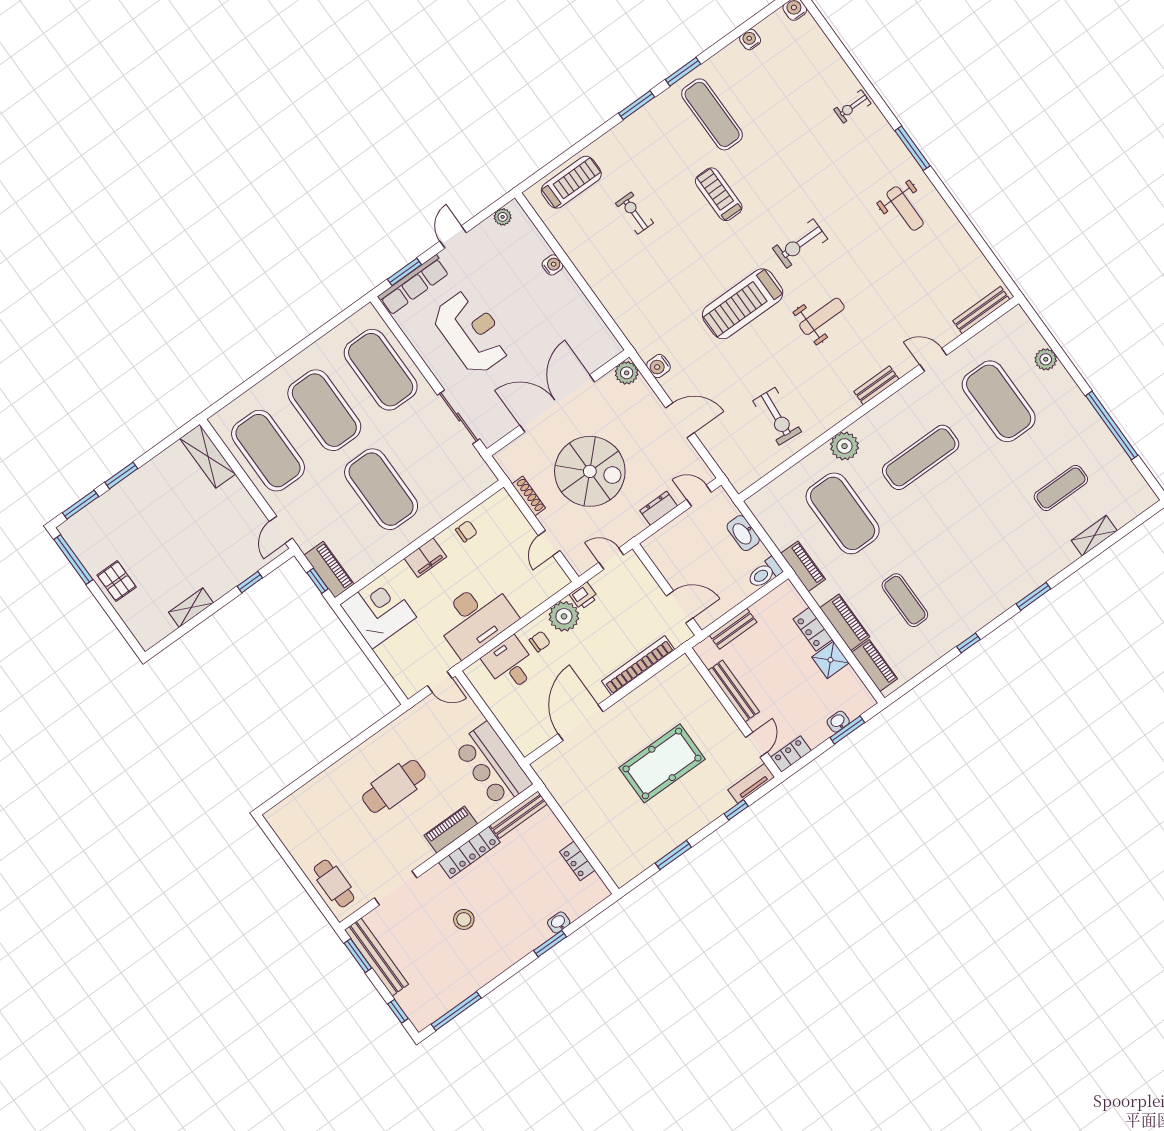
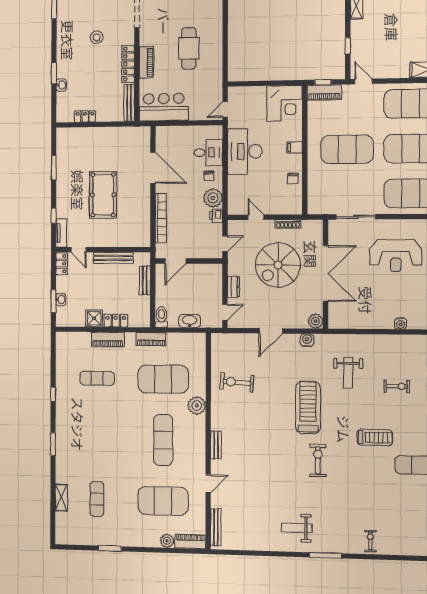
weight bench: (822, 316) -> (348, 373), moved
window: (1112, 426) -> (110, 548), width x0.47
filing cabinet: (425, 558) -> (295, 147), width x0.50
piano: (875, 666) -> (190, 542), moved, turned 180

